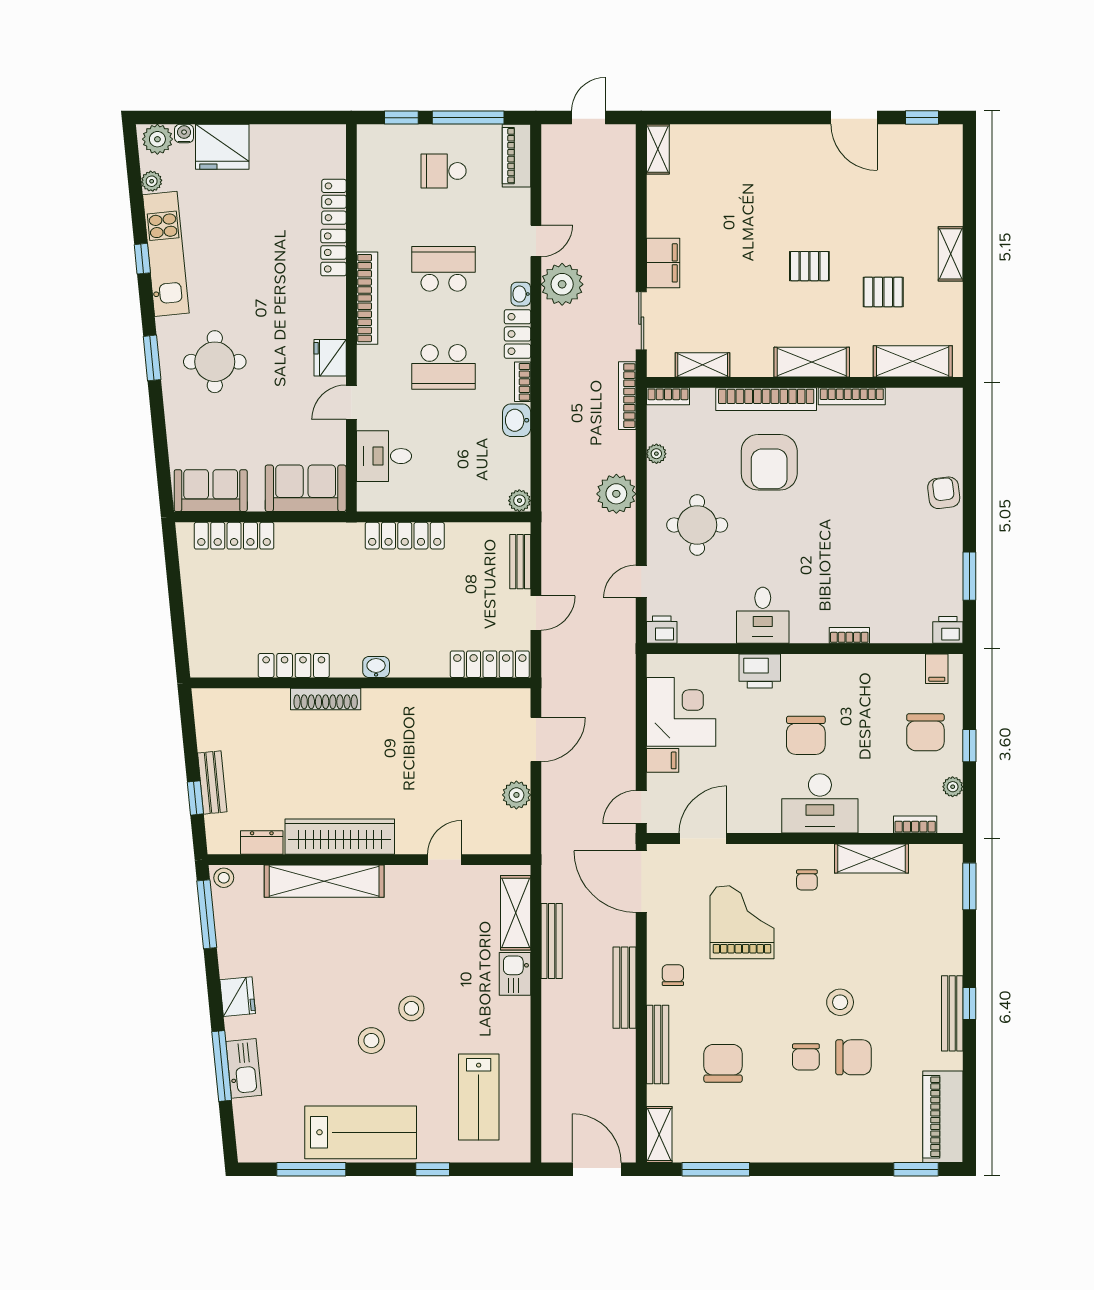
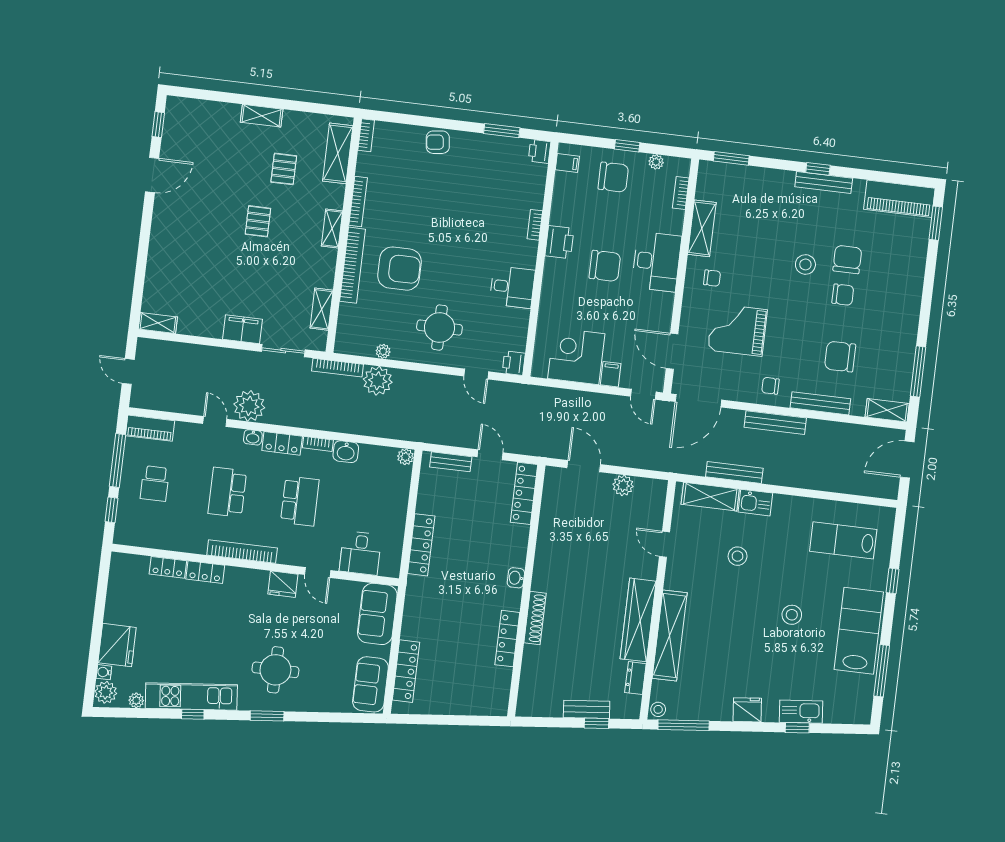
shelving: (812, 362) -> (332, 228), width x0.67, depth x0.75
bookcase: (668, 396) -> (366, 135), moved
plant: (616, 494) -> (378, 381), moved
printer: (760, 671) -> (560, 242), moved
stool: (411, 1008) -> (738, 556), moved
window: (222, 1066) -> (797, 728), width x0.46
lab bench: (479, 1097) -> (843, 540), turned 180

